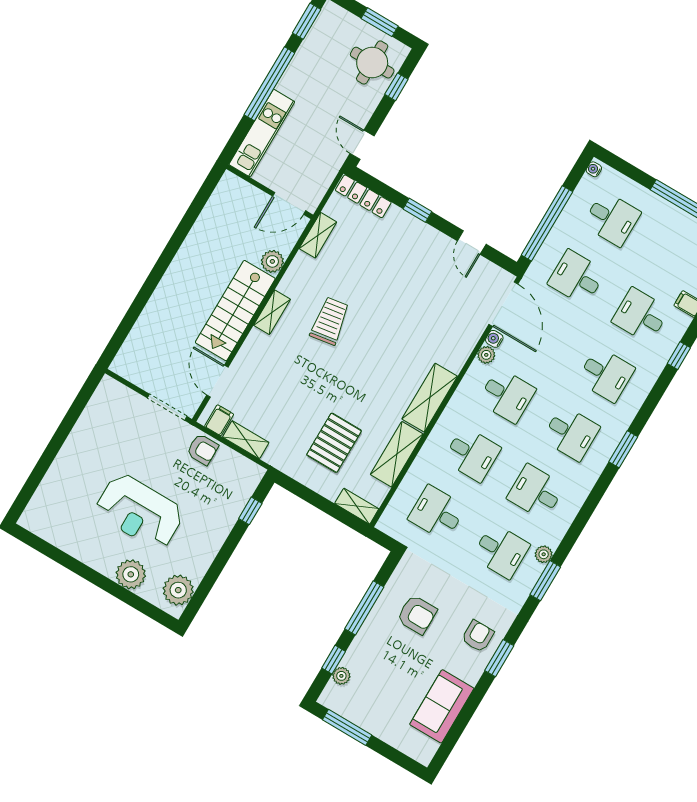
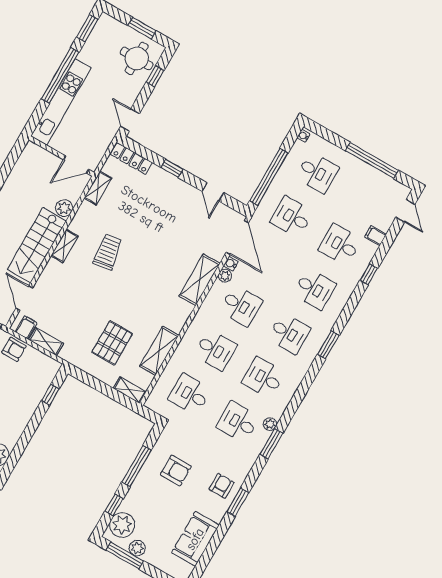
kitchen unit: (262, 133) -> (61, 102), width x1.36
shelving: (430, 398) -> (200, 280), moved
desk: (501, 551) -> (238, 422), turned 180
plant: (341, 676) -> (122, 525), width x1.87, depth x1.87
plant: (364, 718) -> (137, 548), added

